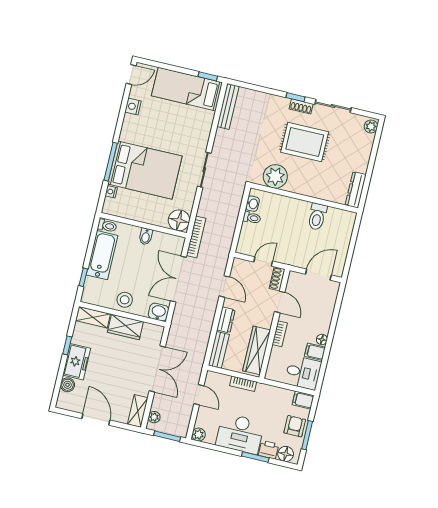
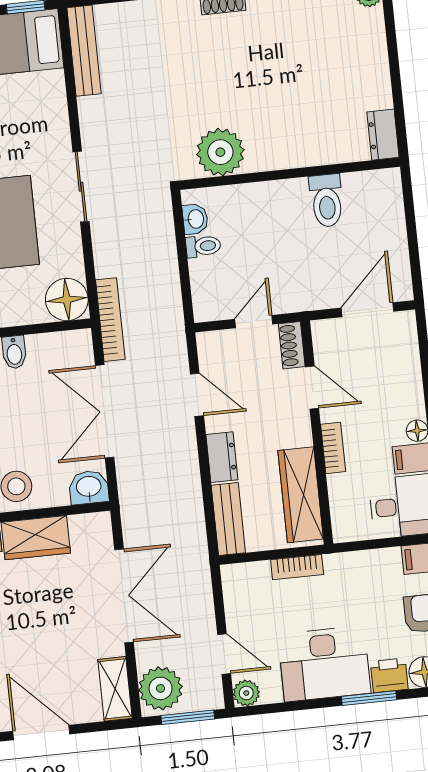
rug: (305, 142) -> (253, 67), removed
dresser: (356, 190) -> (383, 135), width x0.70
door: (199, 395) -> (224, 654), moved
plant: (154, 417) -> (161, 688), width x1.88, depth x1.88

